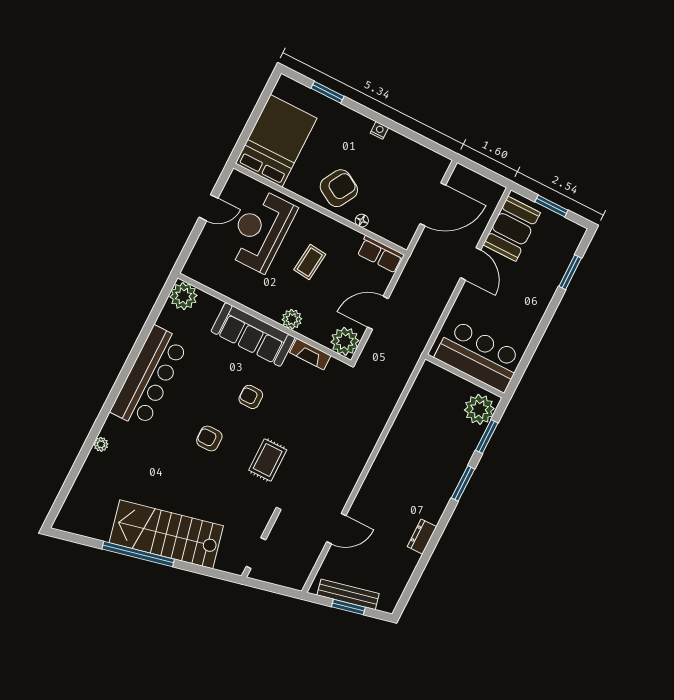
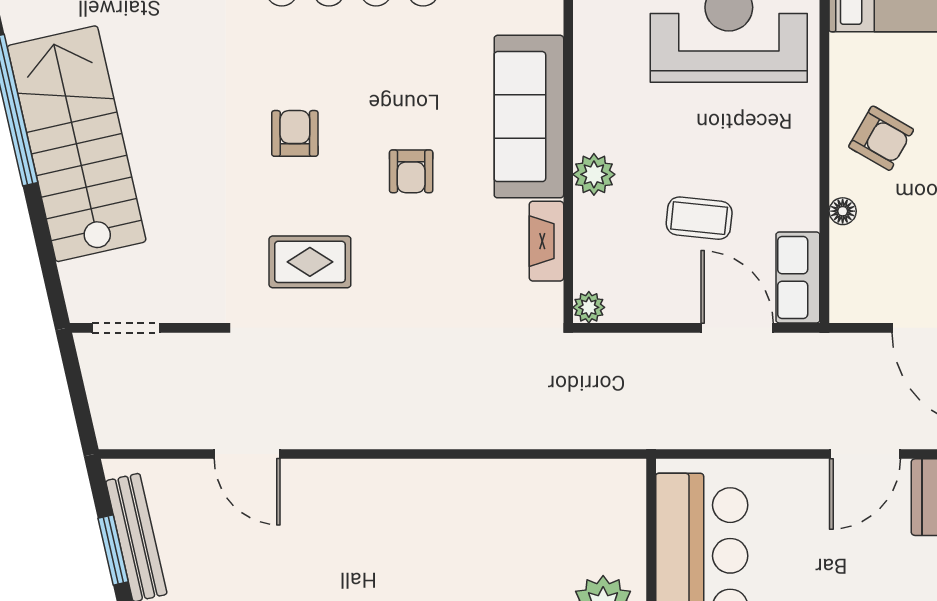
armchair: (339, 188) -> (881, 138), width x0.72, depth x0.72
coffee table: (310, 262) -> (699, 218), moved
door: (378, 313) -> (737, 328), moved
plant: (345, 341) -> (589, 307), width x0.53, depth x0.53
armchair: (251, 397) -> (411, 171), turned 180

